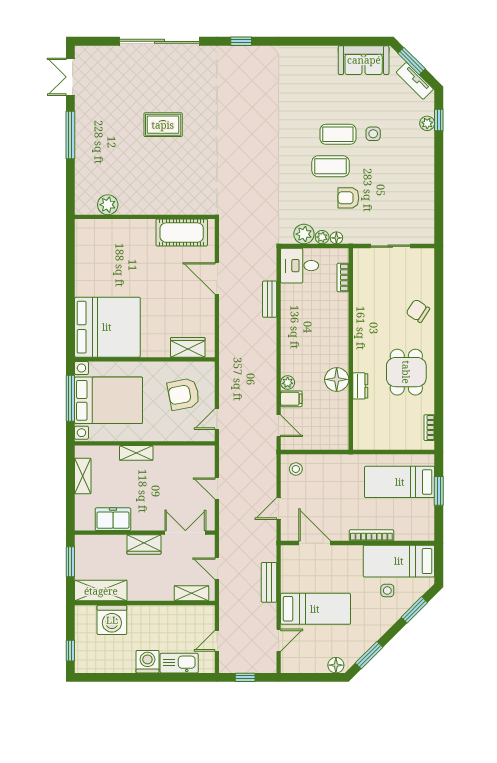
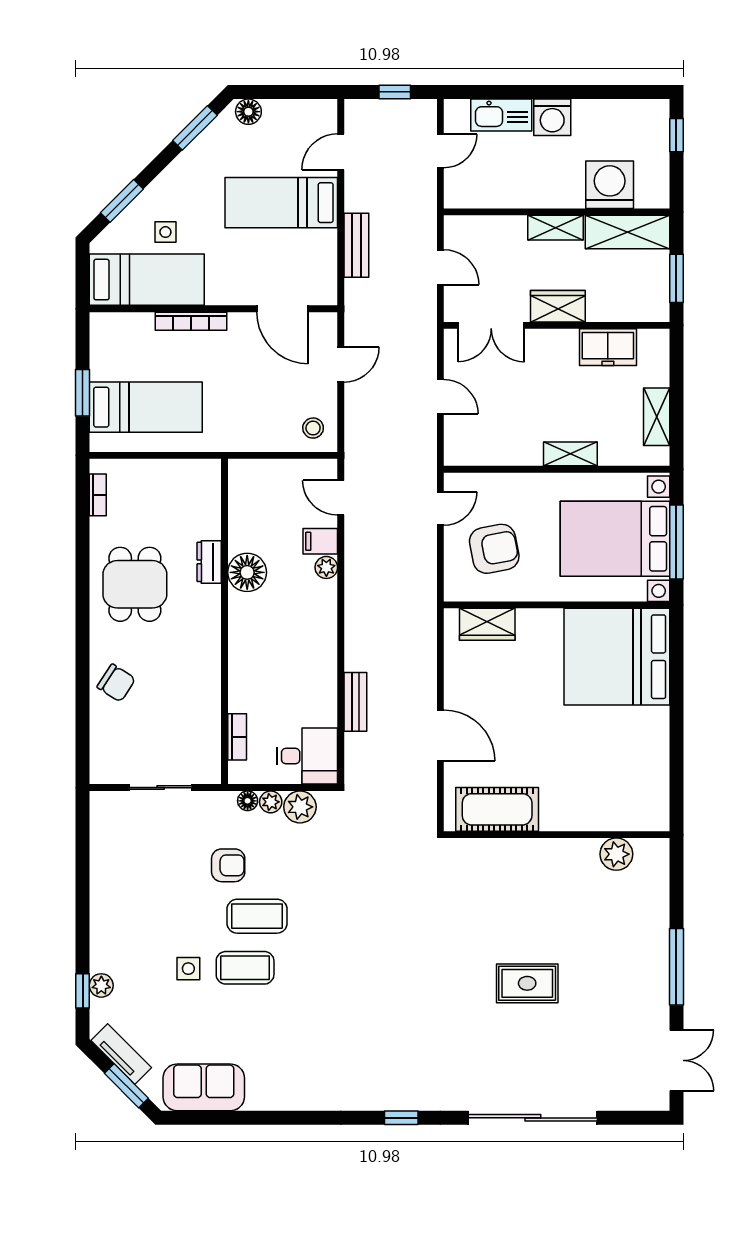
shelving: (191, 593) -> (555, 228), moved

